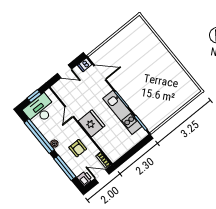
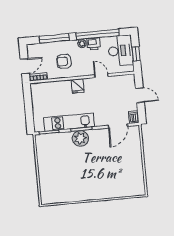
door: (65, 71) -> (140, 95), swing flipped
plant: (129, 95) -> (80, 138), added
fridge: (92, 123) -> (78, 86), width x0.53, depth x0.75
printer: (85, 179) -> (94, 44), moved

